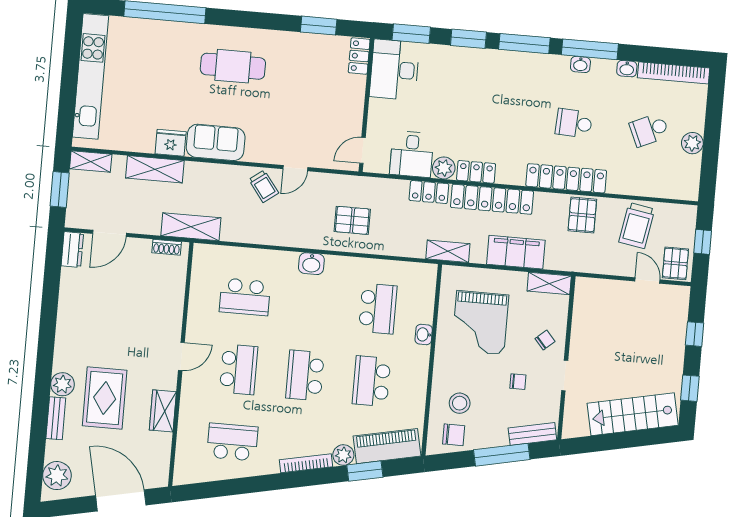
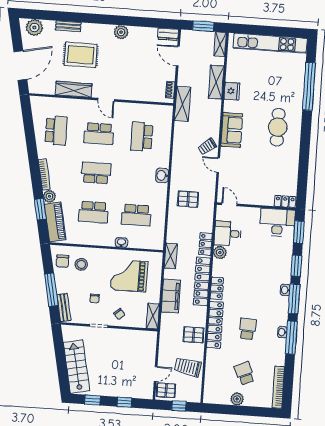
window: (319, 26) -> (303, 177), removed
washbasin: (627, 69) -> (285, 290), moved
sofa: (216, 142) -> (232, 130), moved
locker: (476, 172) -> (217, 288), moved
pallet: (352, 220) -> (188, 199), turned 90
school desk: (371, 381) -> (93, 212), turned 180
plant: (63, 384) -> (121, 32), moved
wardrobe: (163, 411) -> (74, 89), width x1.50

